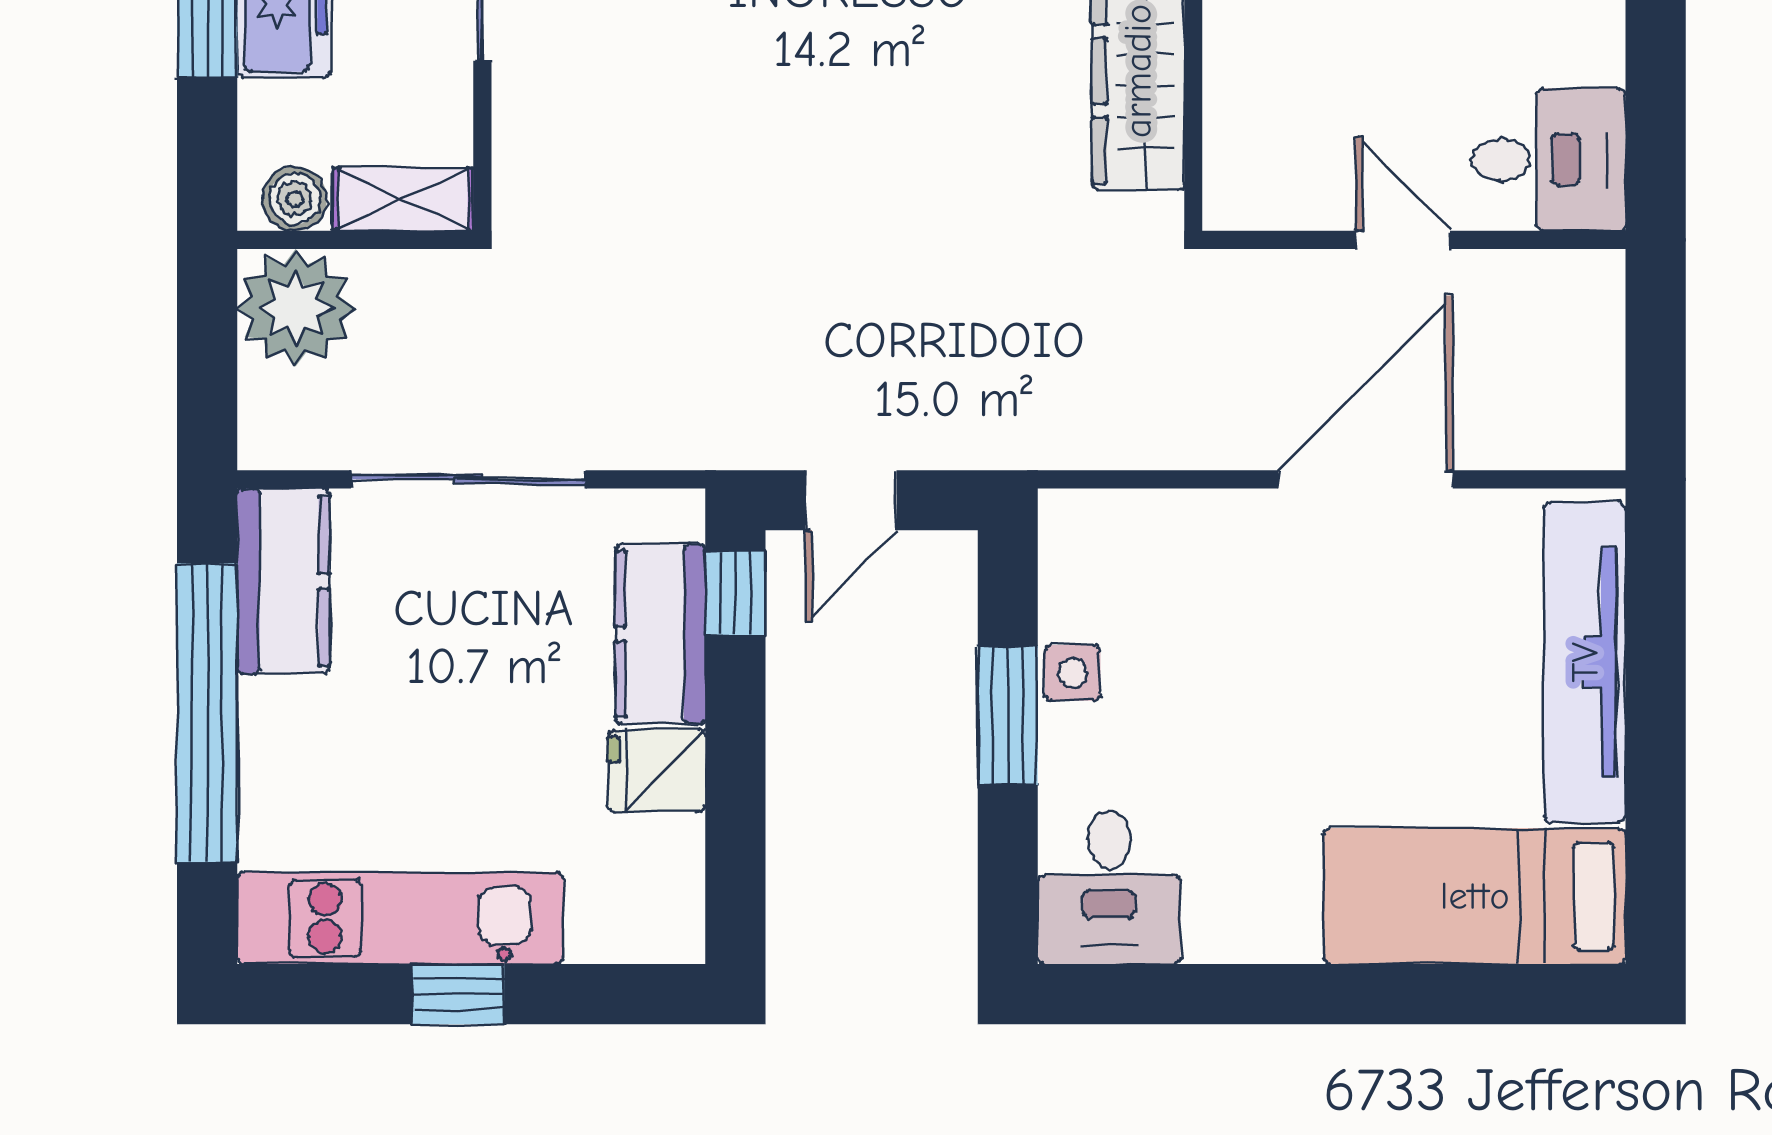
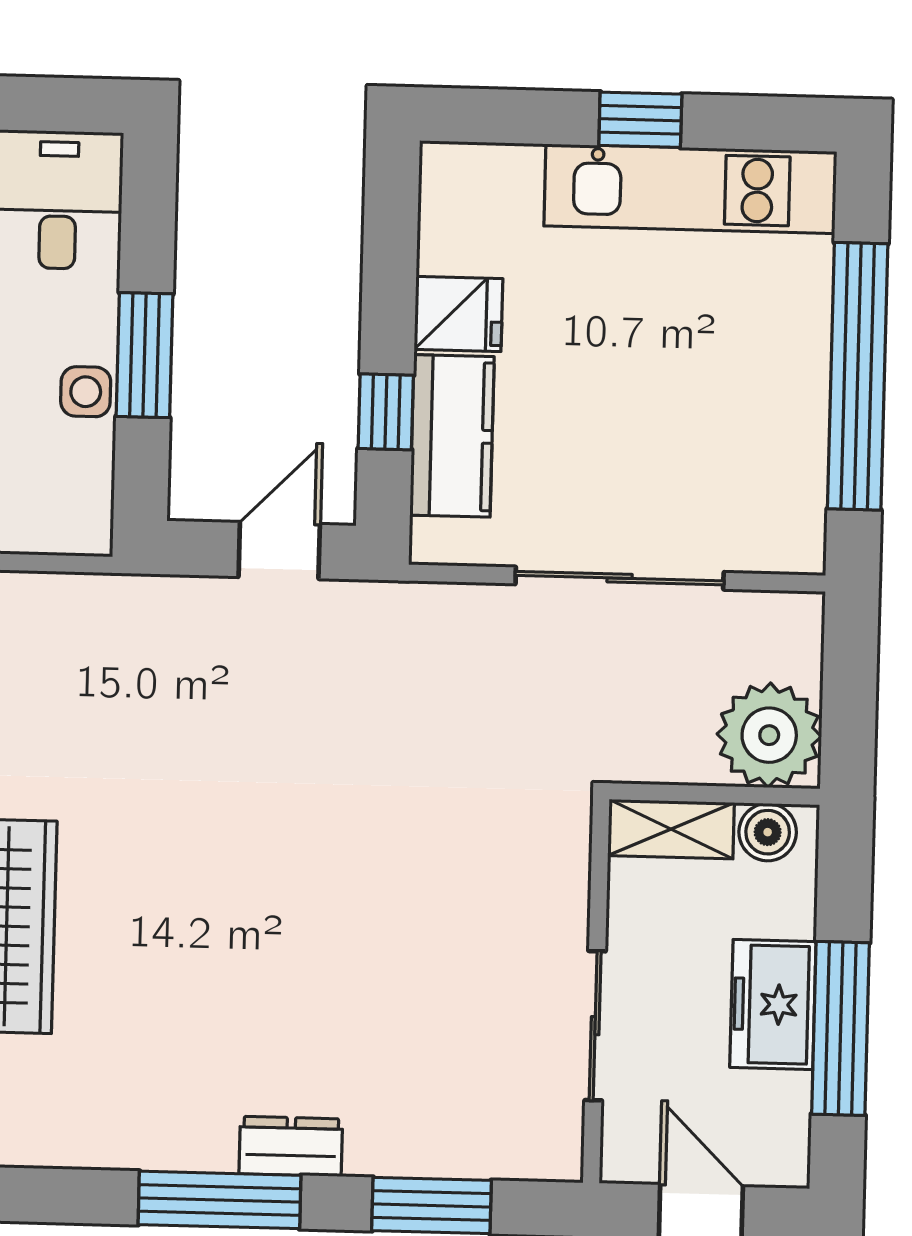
kitchen counter: (283, 581) -> (787, 492), removed
window: (735, 593) -> (386, 412), moved

